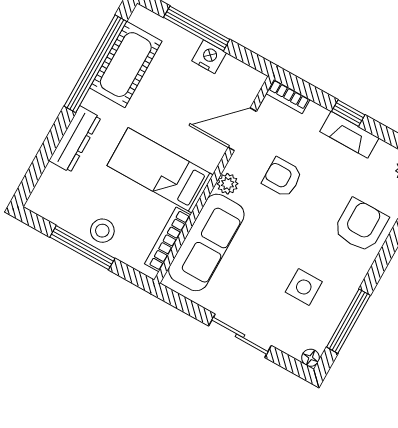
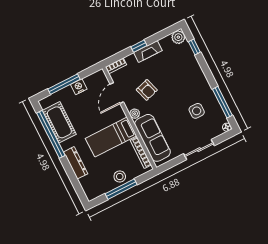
armchair: (282, 177) -> (147, 90), turned -107
armchair: (361, 225) -> (187, 71), removed

